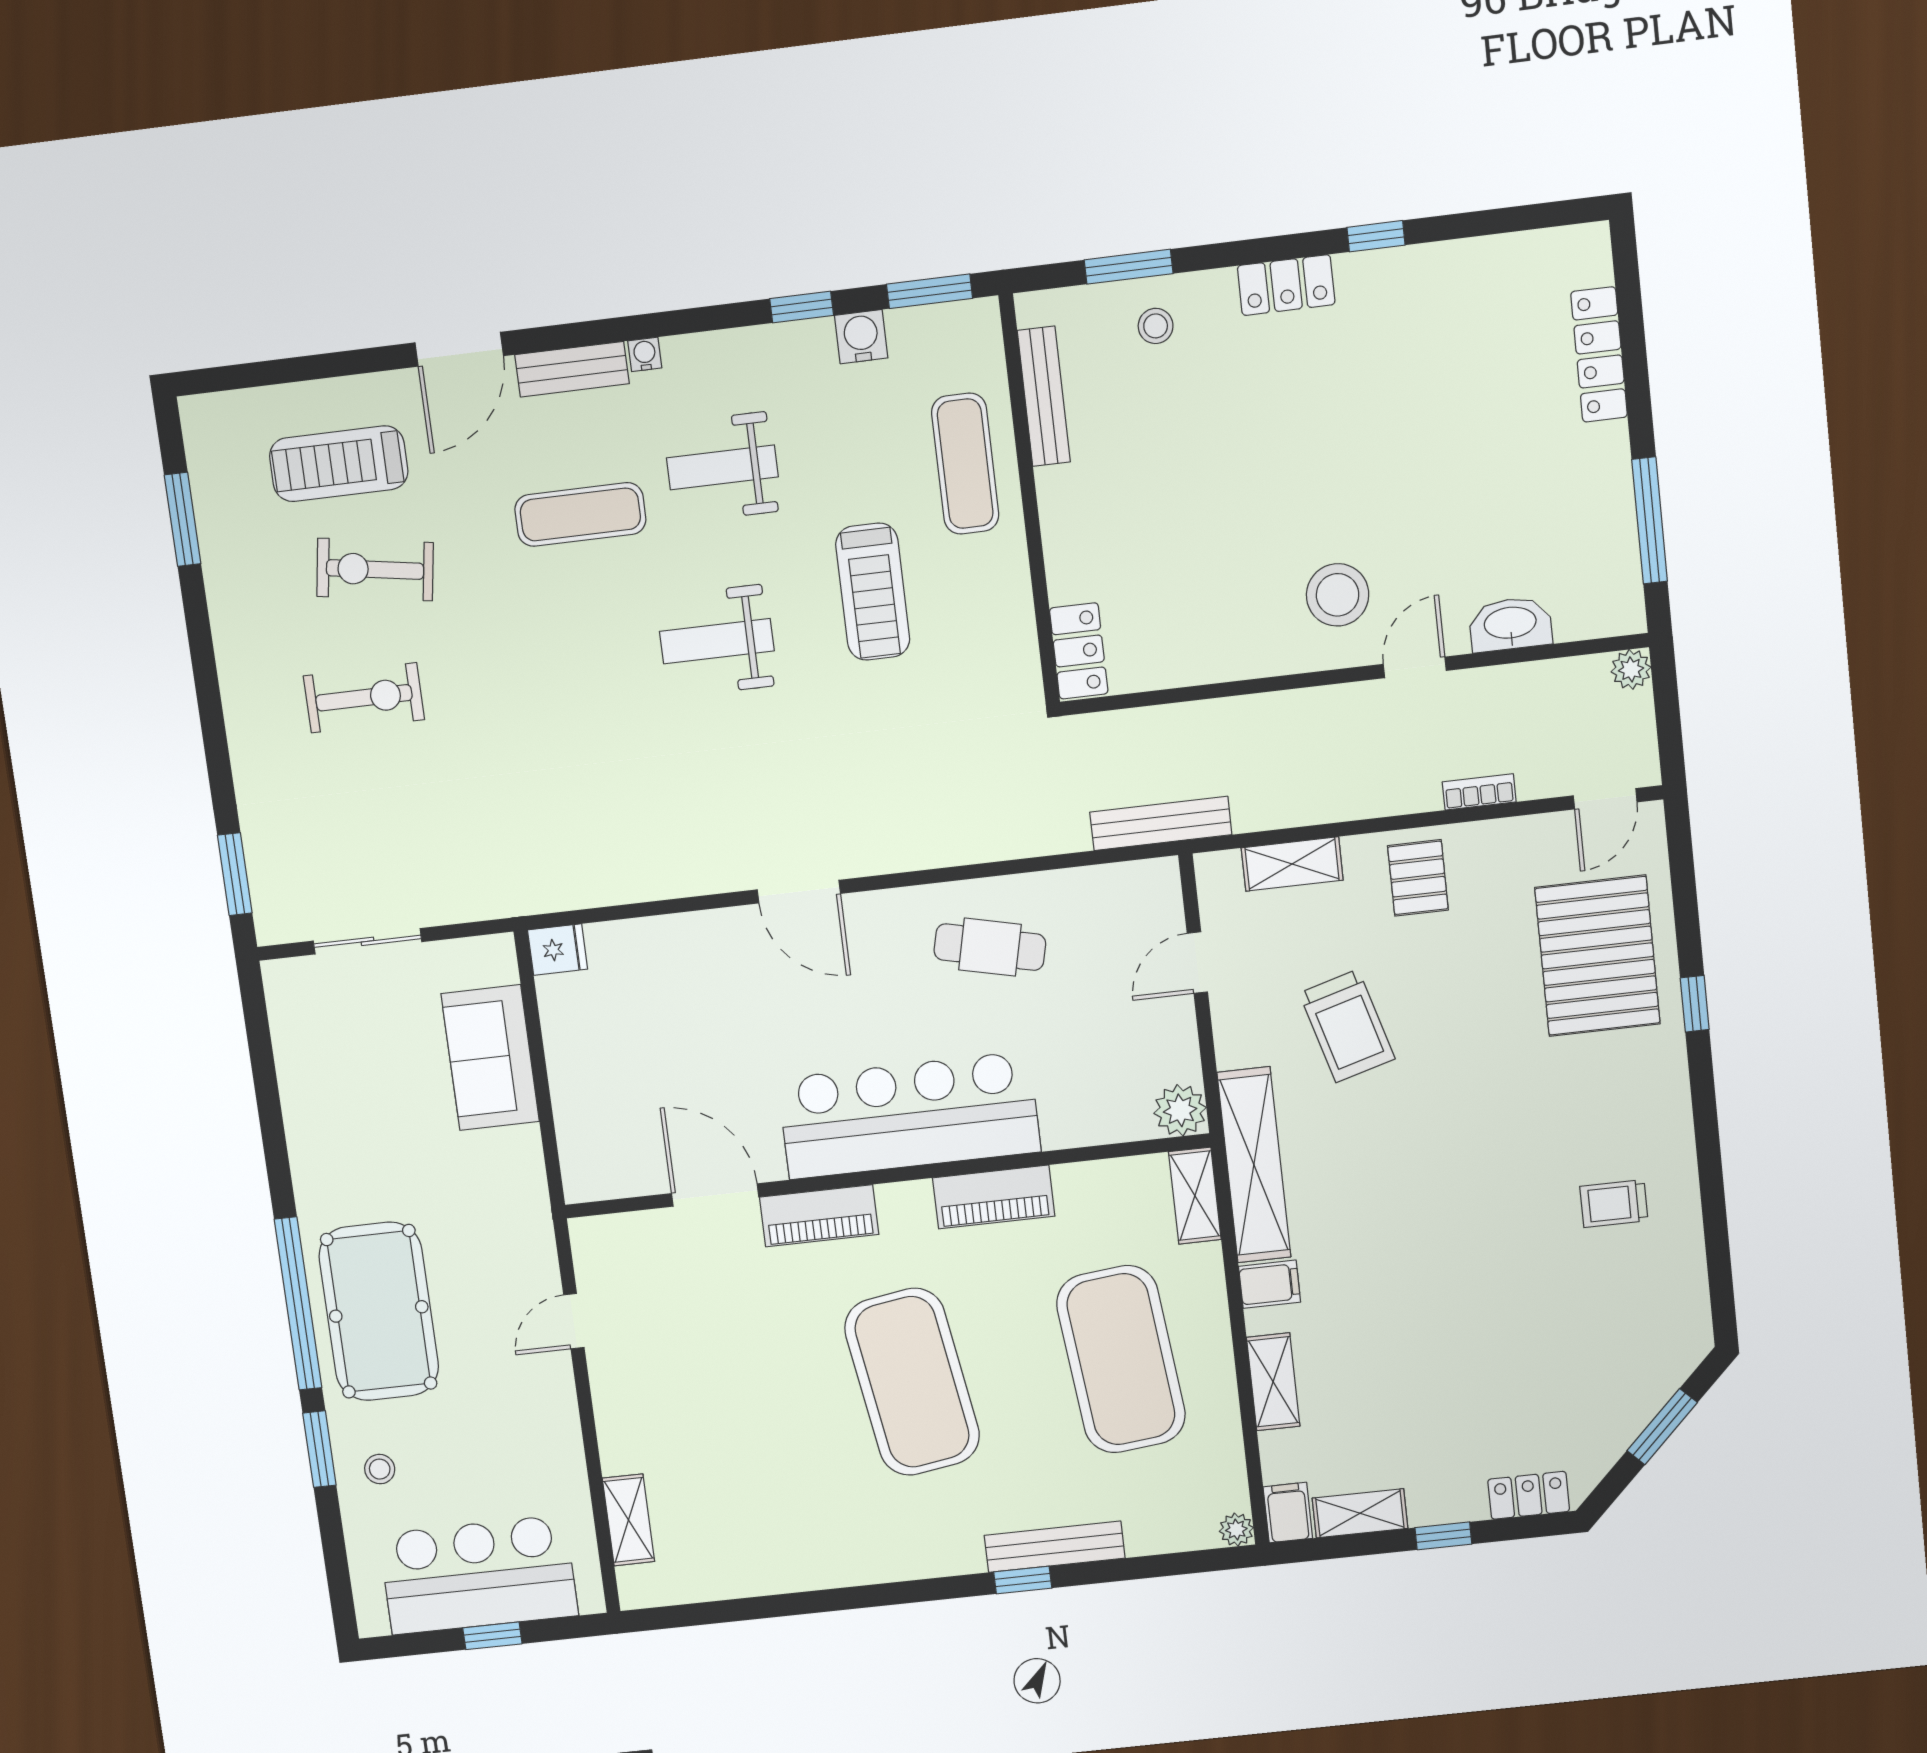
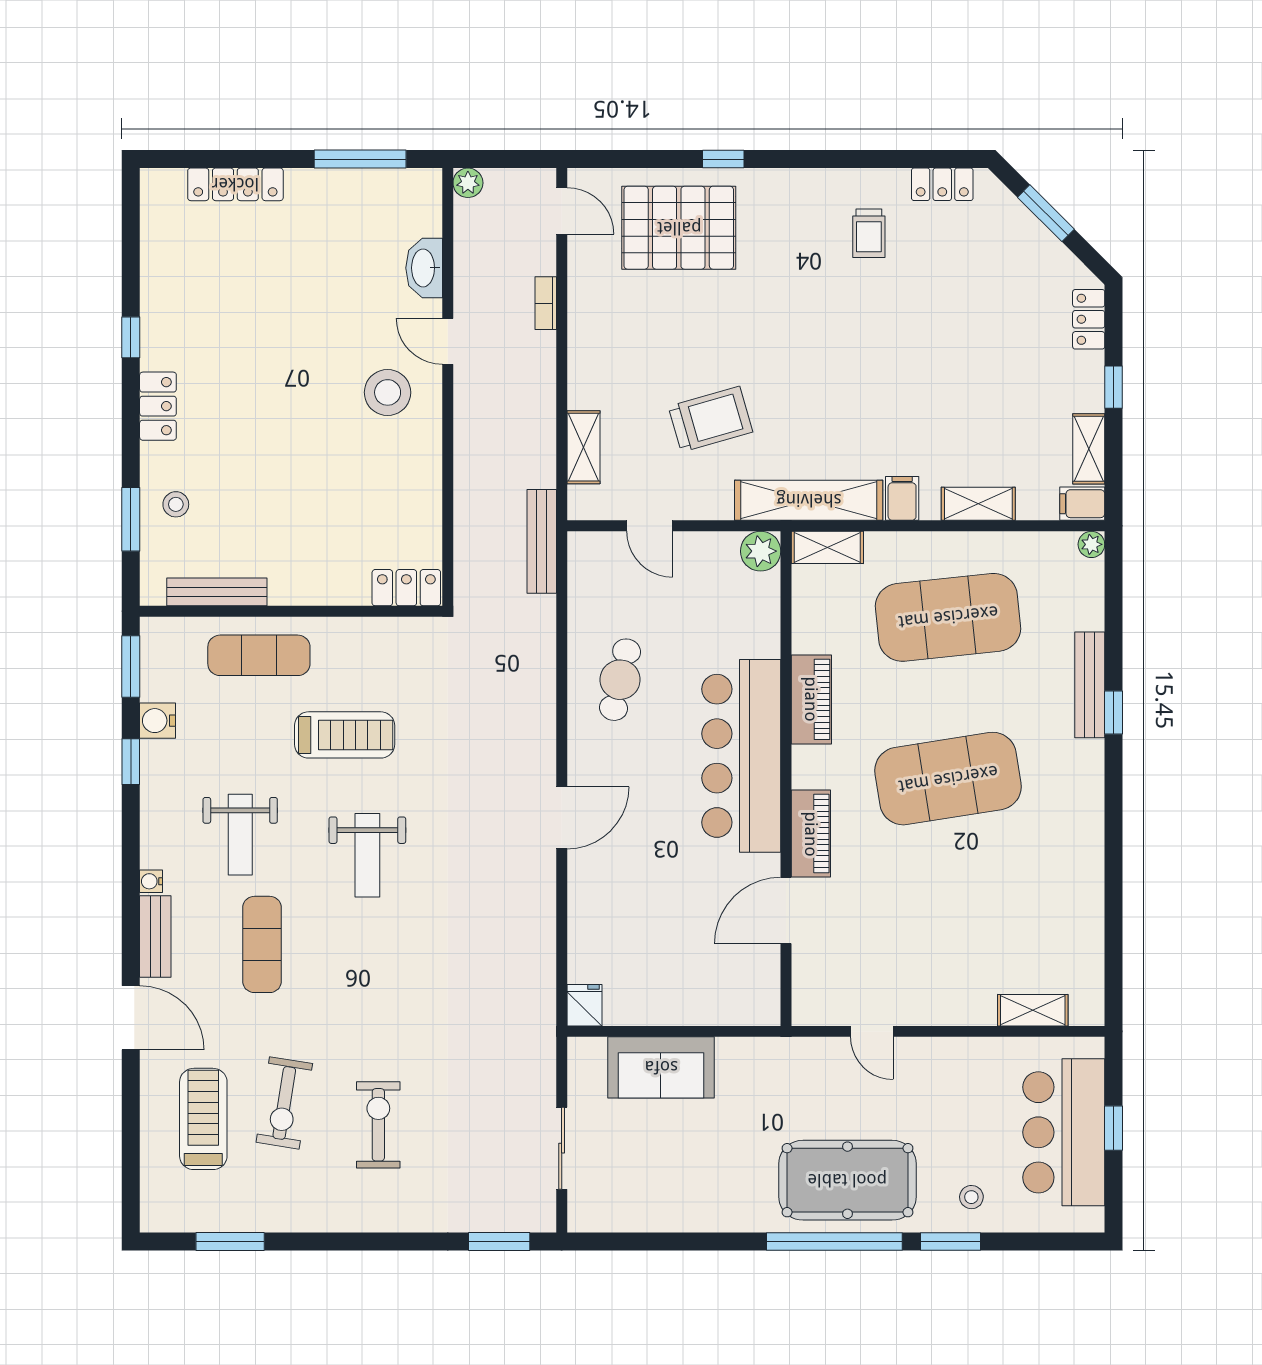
treadmill: (339, 464) -> (203, 1119), turned 180
pallet: (1418, 878) -> (605, 355), removed
locker: (1688, 1291) -> (942, 184), added

